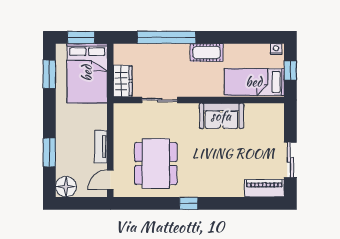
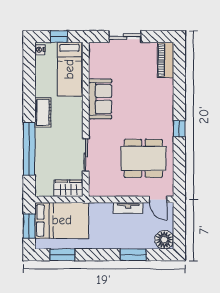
sliding door: (290, 160) -> (125, 37), moved

